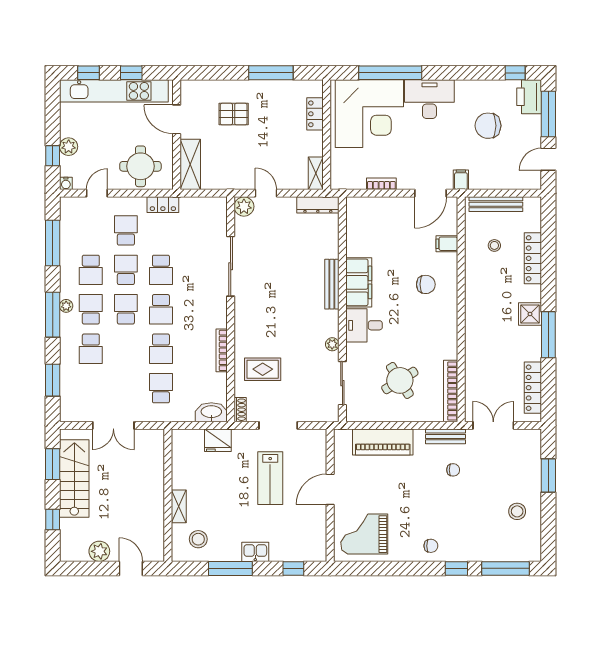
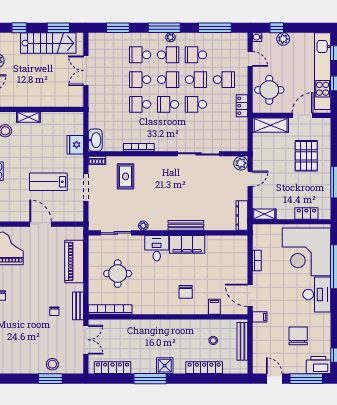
pallet: (234, 114) -> (306, 156), width x1.50, depth x1.42
round table: (400, 380) -> (118, 274), turned 32
school desk: (161, 388) -> (140, 80), moved, turned 180
stool: (517, 511) -> (52, 364), moved

